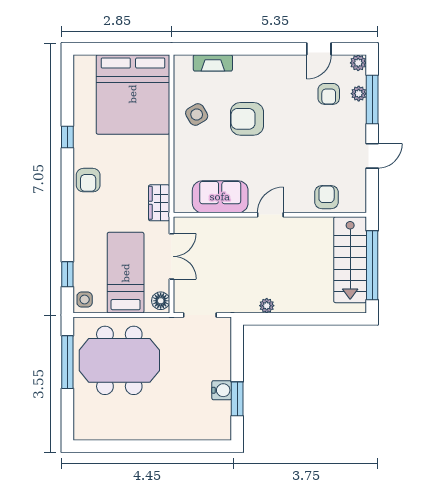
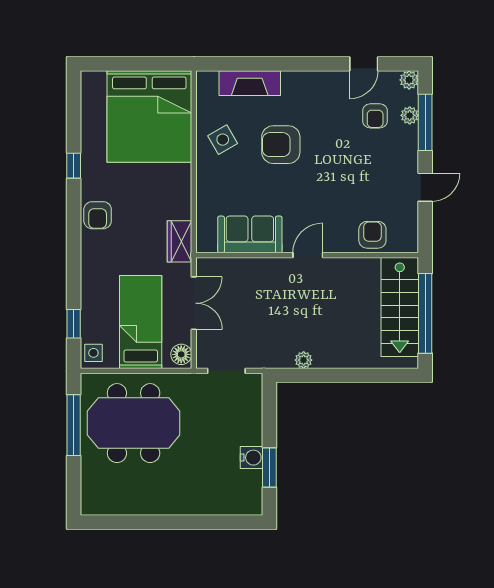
fireplace: (213, 63) -> (250, 83), width x1.37, depth x1.32

